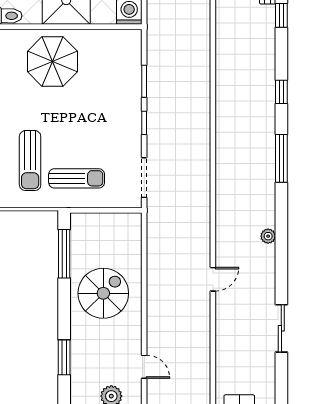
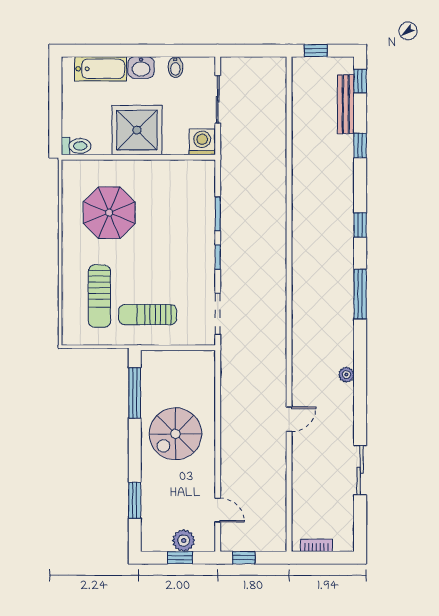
parasol: (52, 61) -> (109, 213), moved
sun lounger: (77, 178) -> (148, 315), turned 180
spiral stairs: (103, 293) -> (175, 434), turned 180

